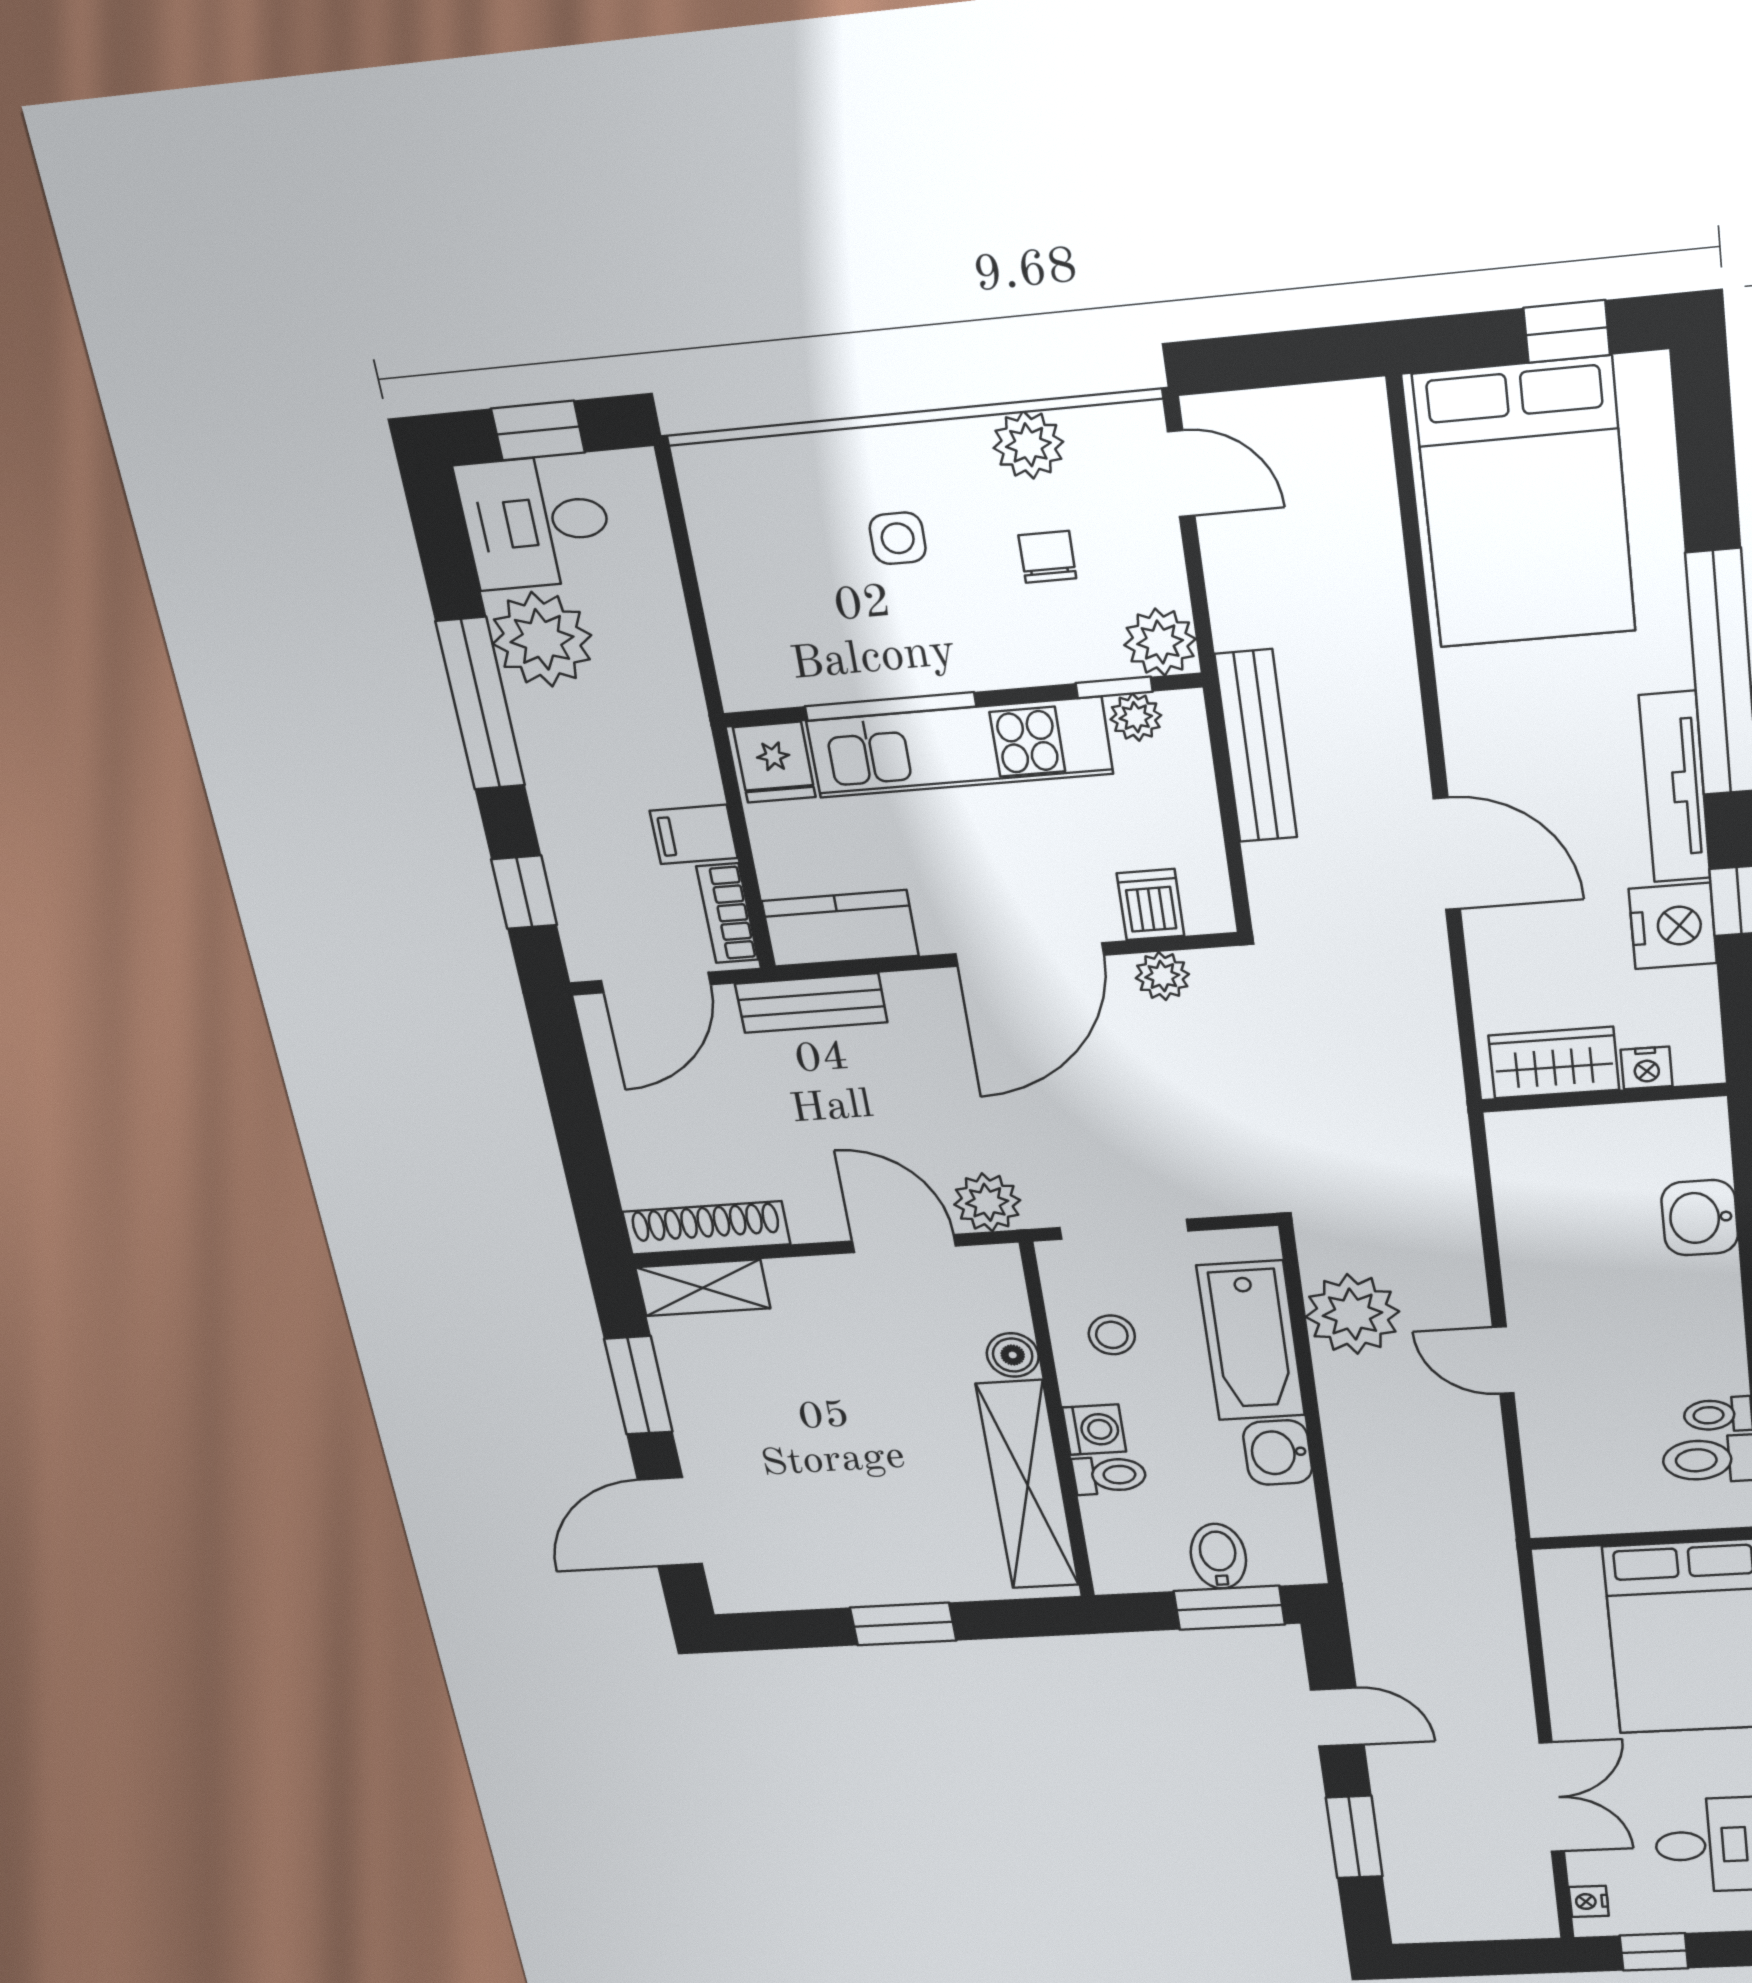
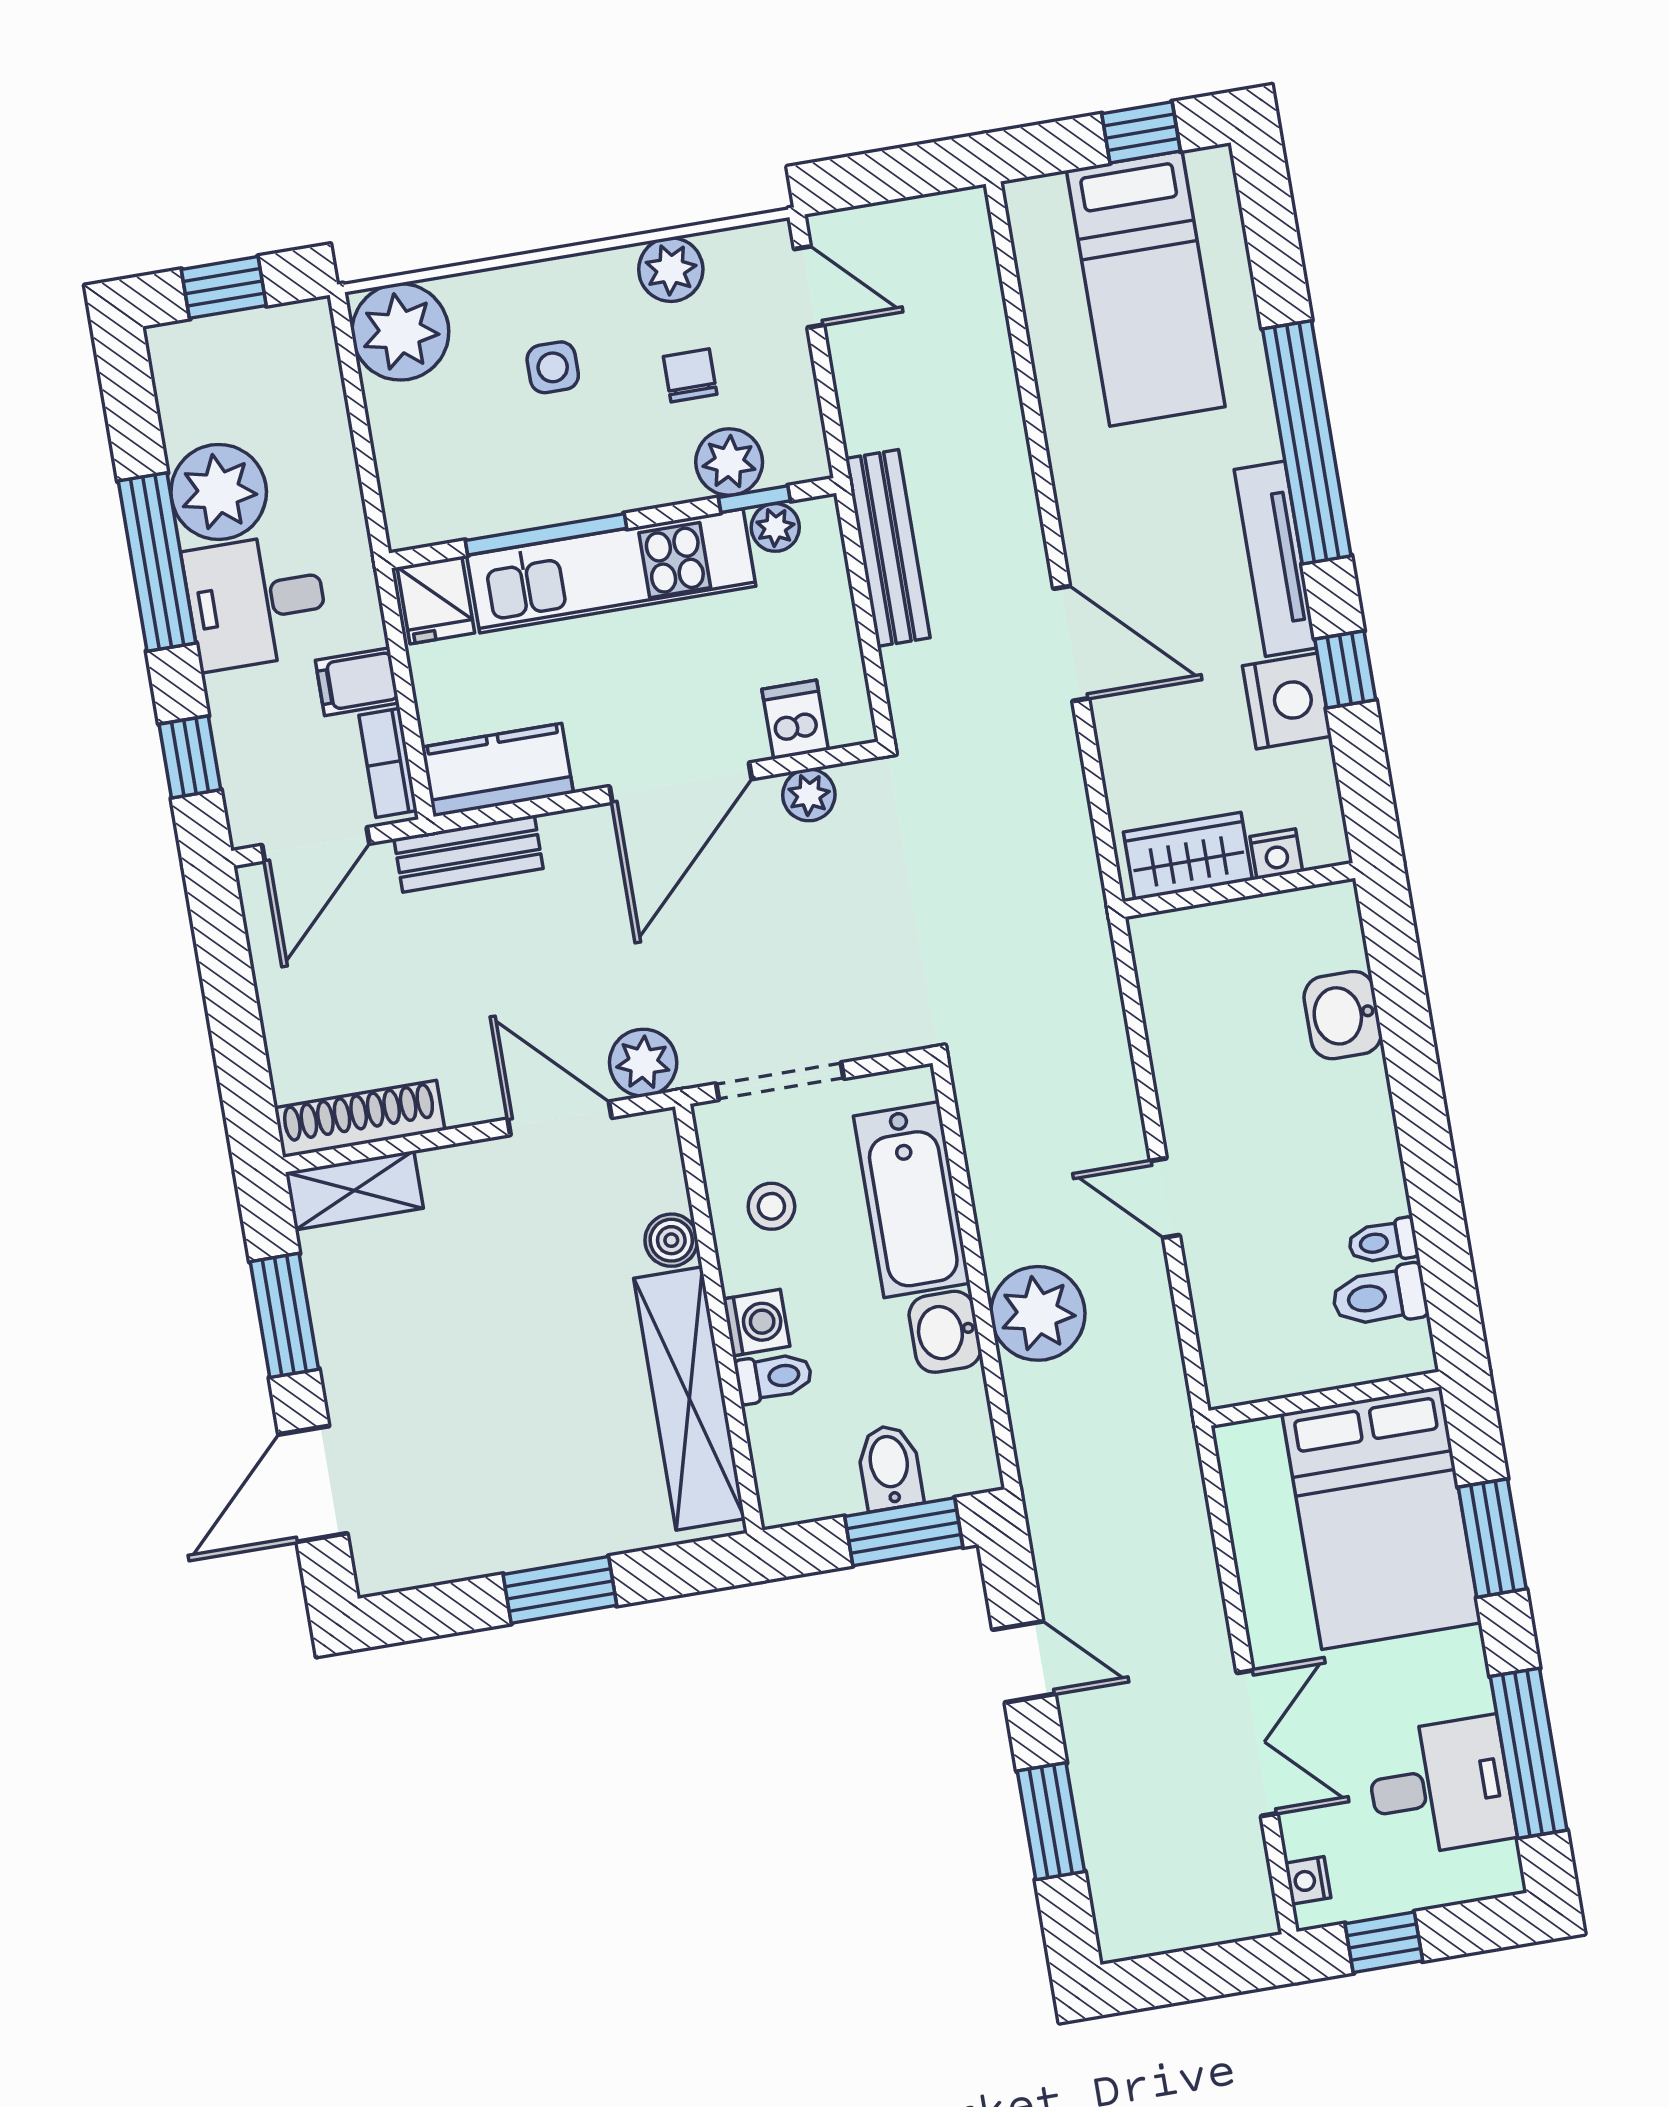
plant: (732, 490) -> (400, 332), added
bed: (1525, 504) -> (1146, 289), width x0.67
desk: (536, 522) -> (256, 602), moved
plant: (1160, 642) -> (729, 462), moved
plant: (1352, 1314) -> (1038, 1313), moved

